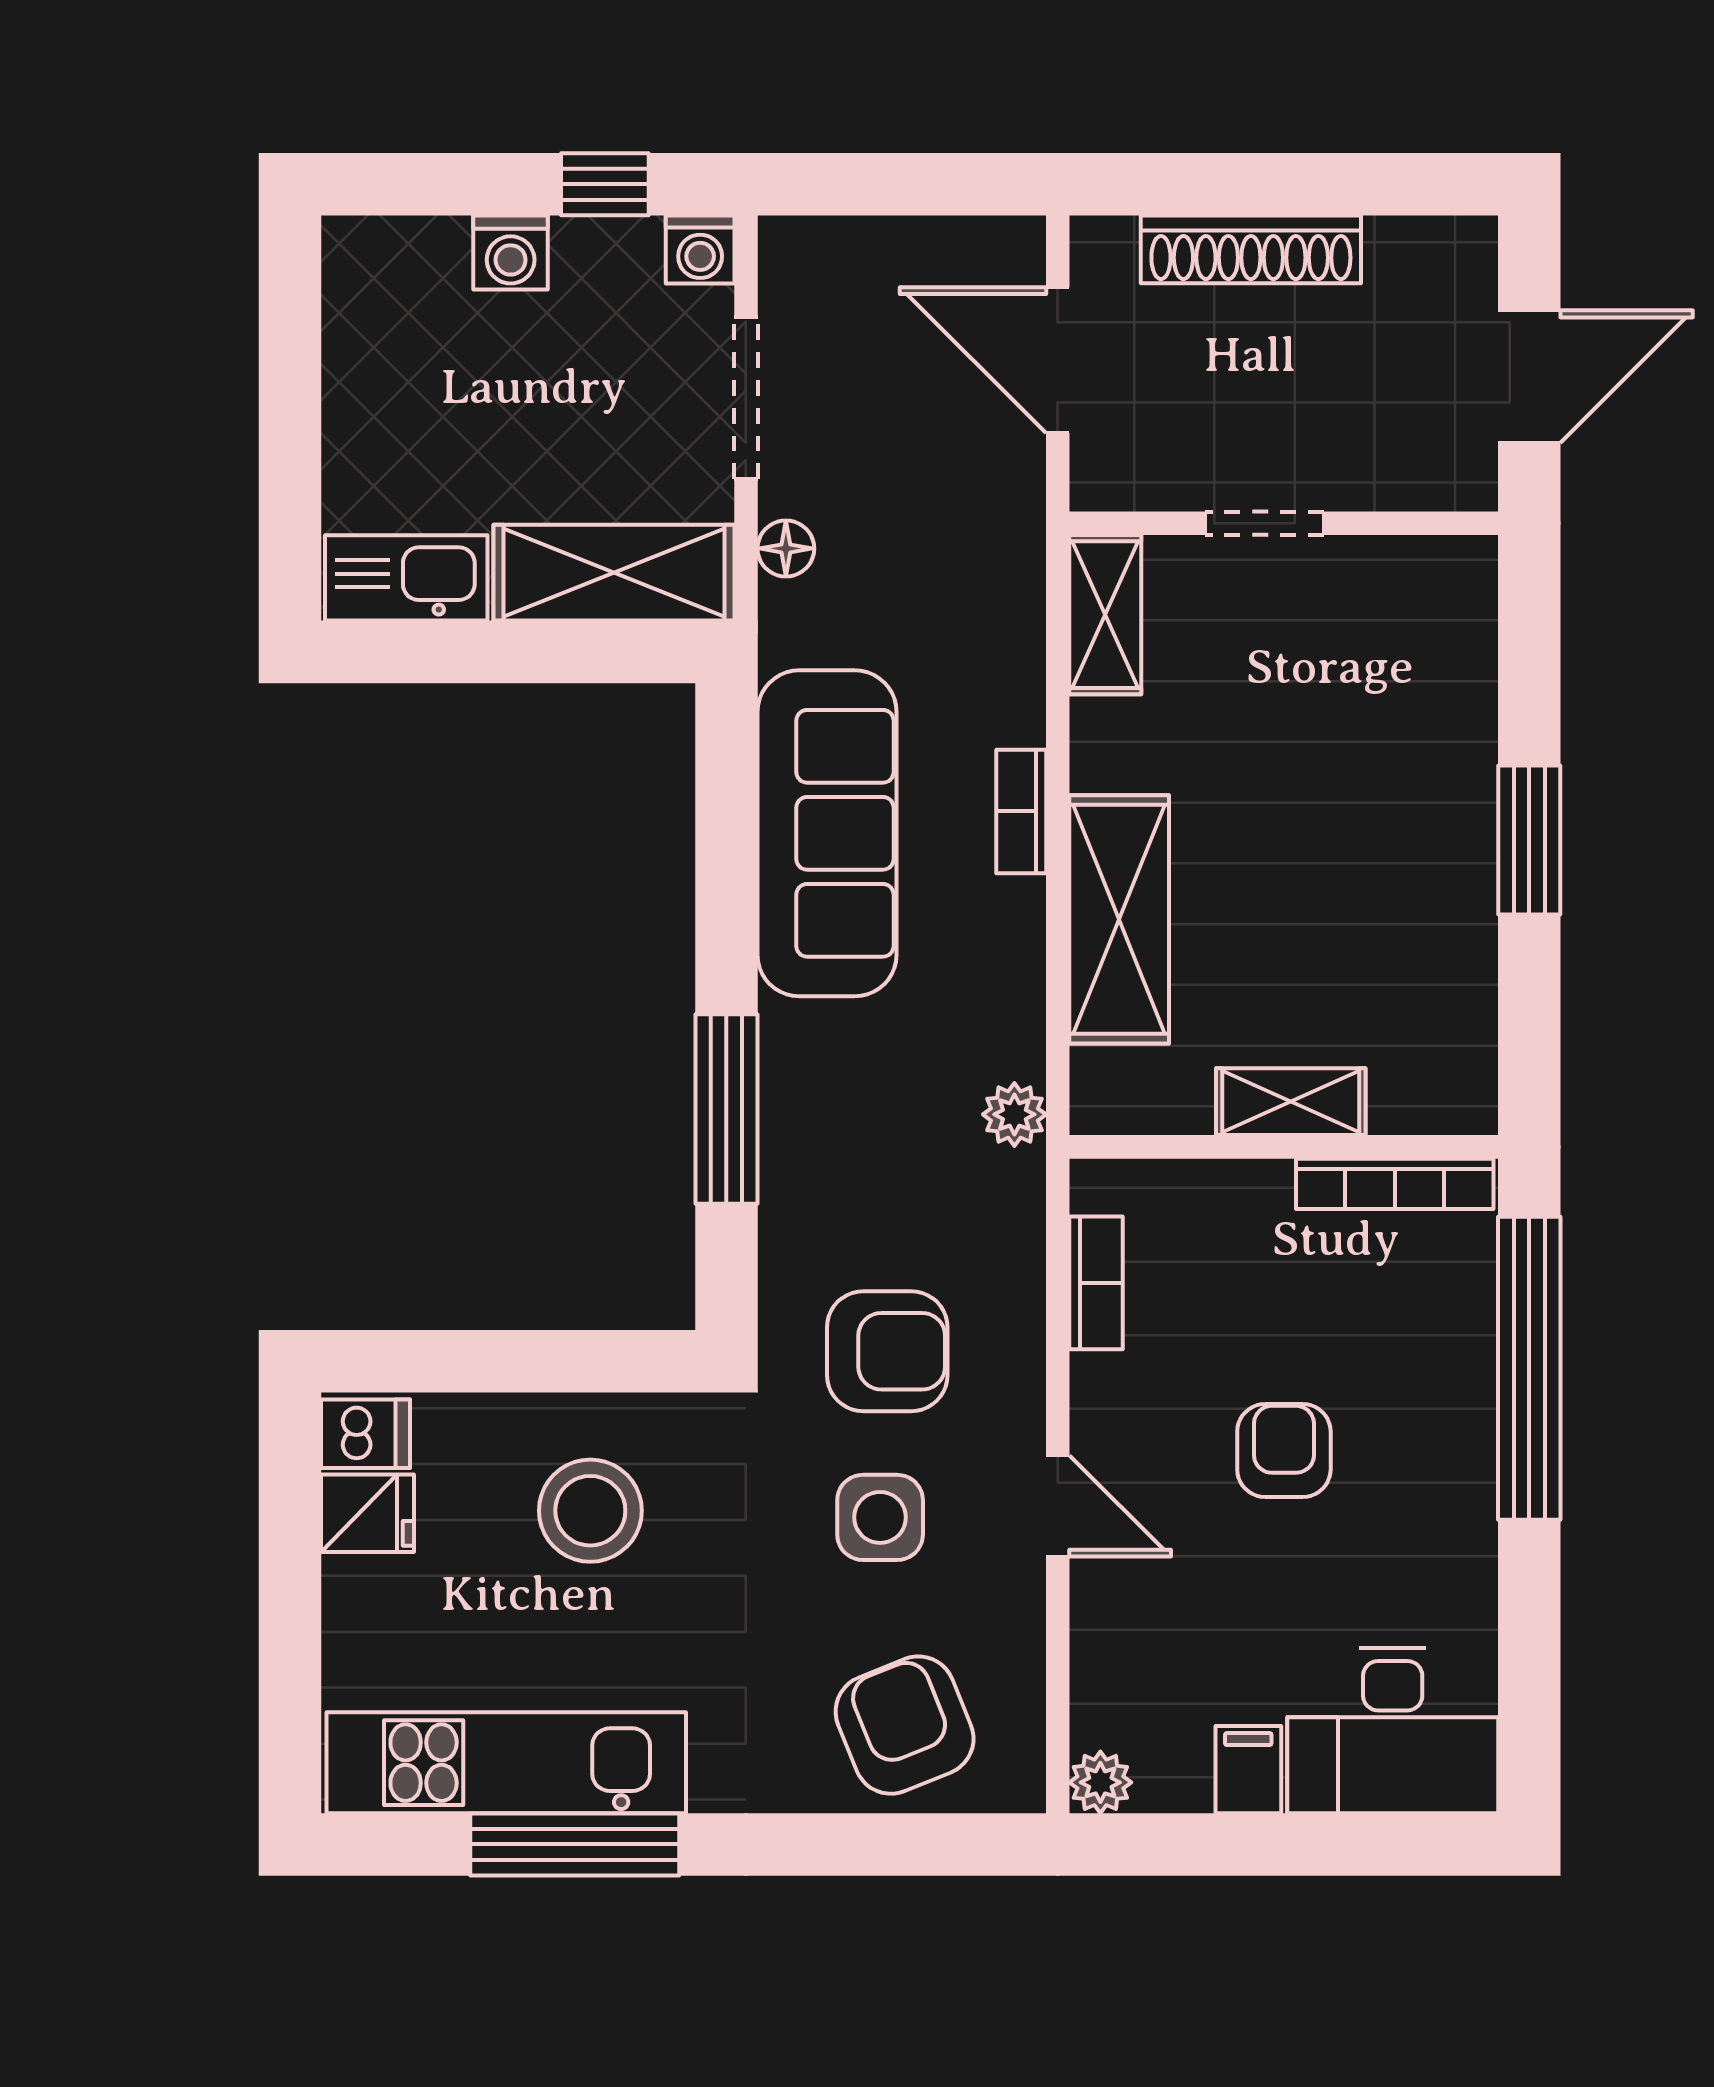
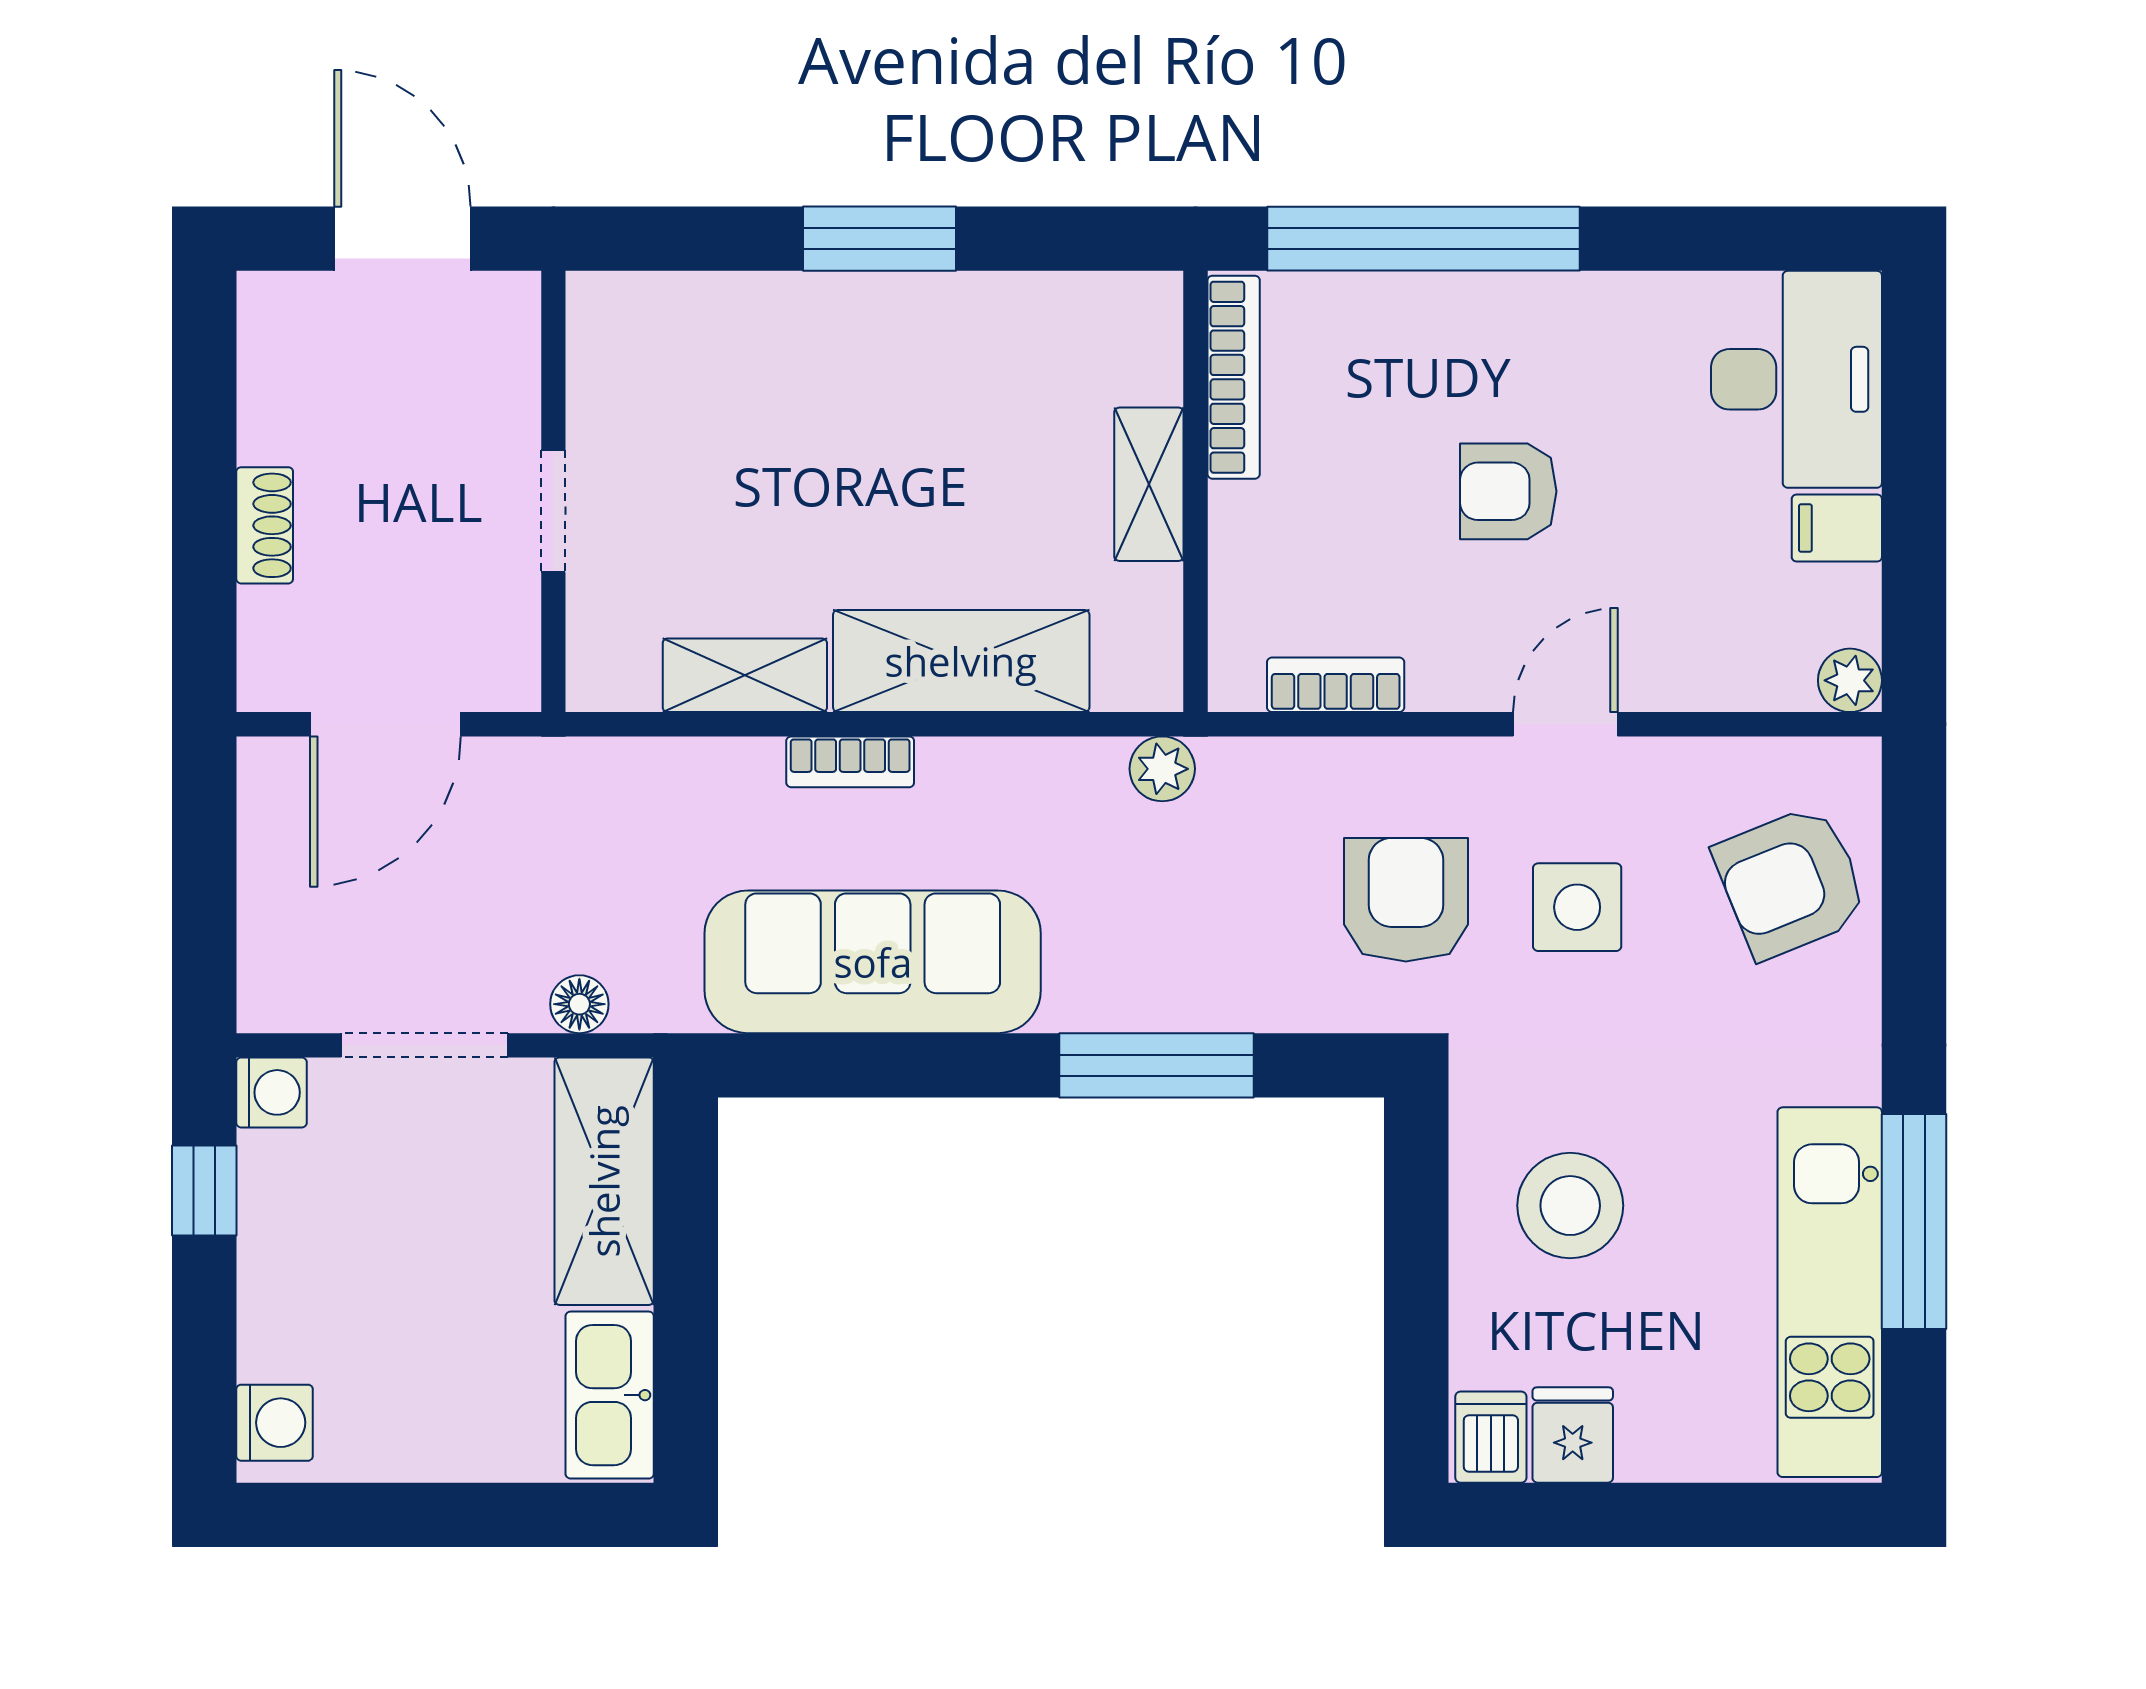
shoe rack: (1251, 249) -> (265, 525), width x0.51, depth x0.81
washing machine: (511, 252) -> (275, 1423), moved
shelving: (1105, 615) -> (745, 675), moved

